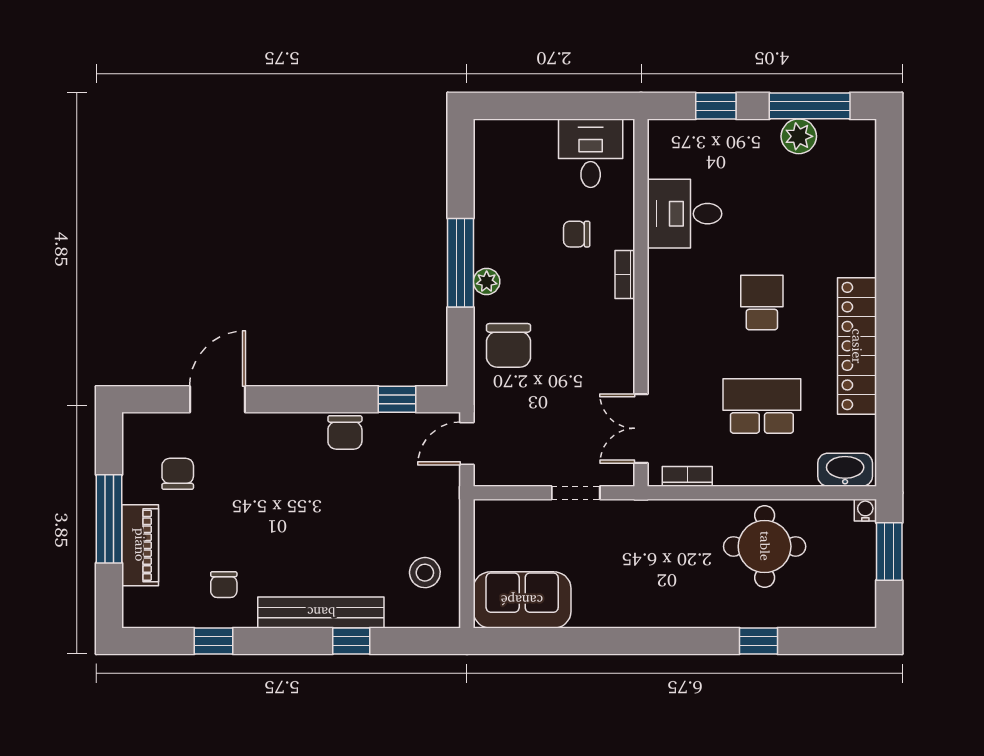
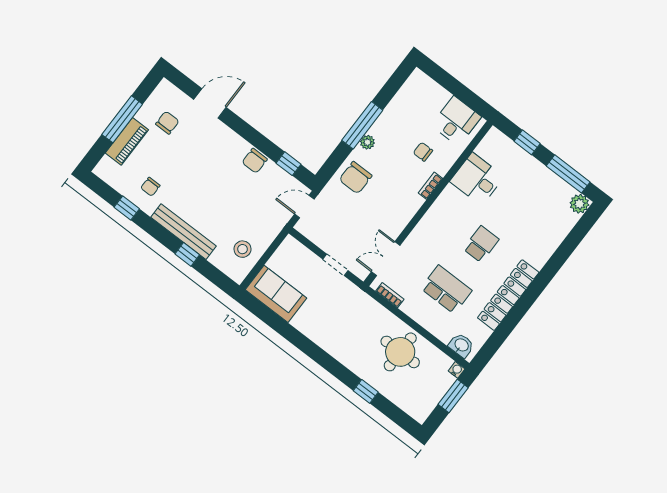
plant: (799, 136) -> (579, 204), moved
washbasin: (845, 470) -> (461, 345), width x0.72

